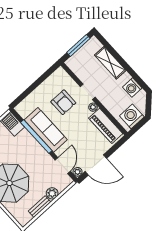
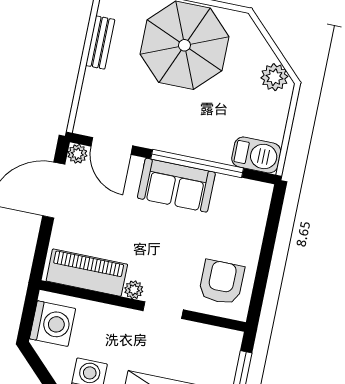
armchair: (63, 102) -> (221, 282), moved, turned 90
sofa: (46, 130) -> (176, 185), width x0.73
plant: (52, 193) -> (95, 82), removed

